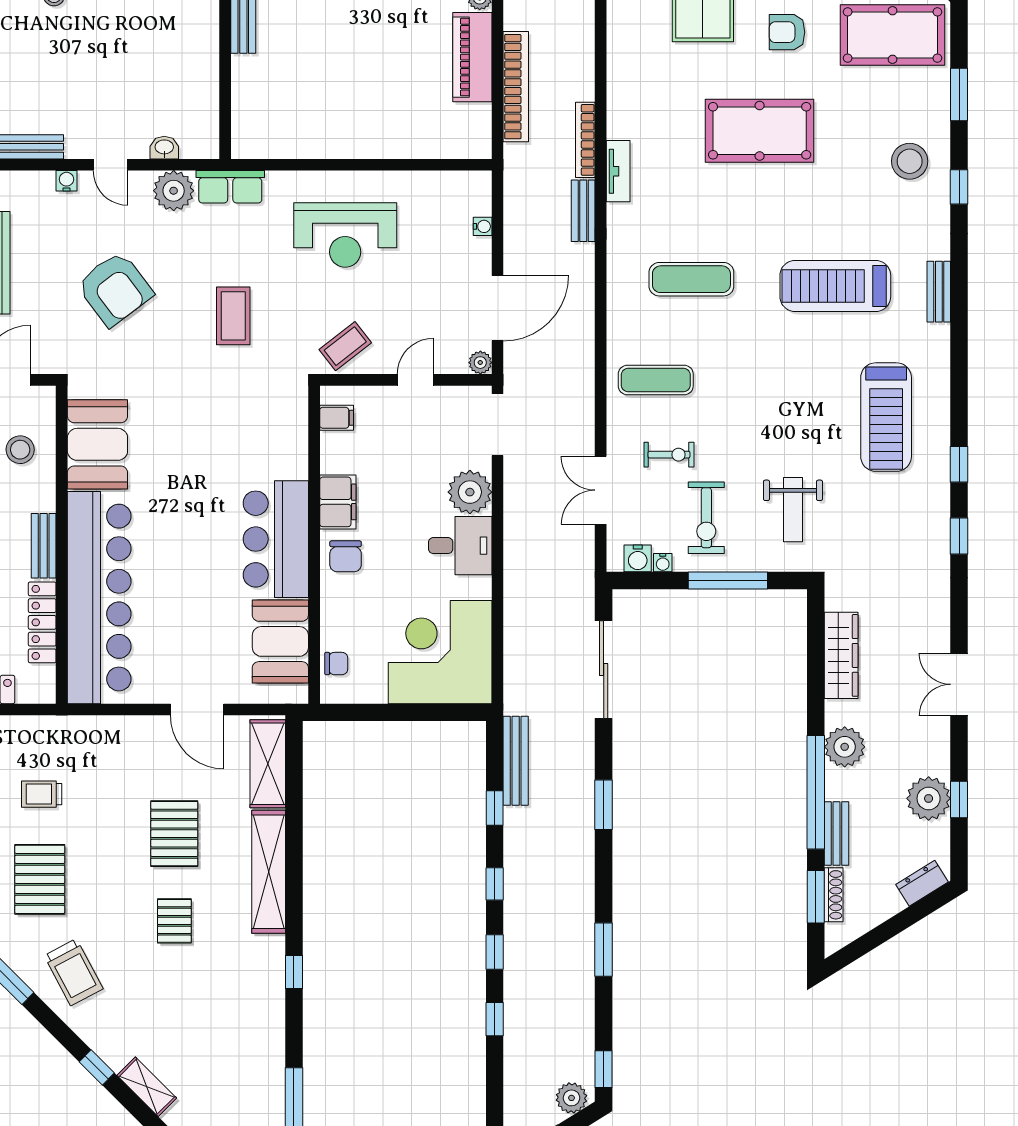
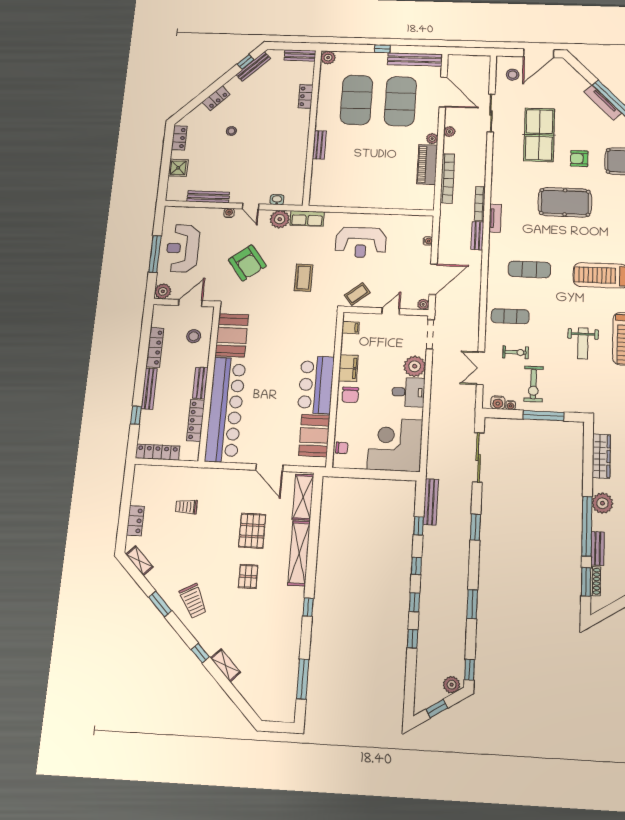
weight bench: (793, 510) -> (583, 343), moved
pallet: (40, 879) -> (181, 551), removed

